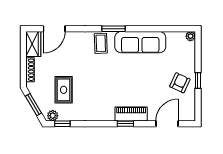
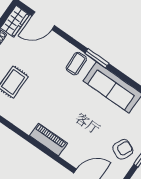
piano: (131, 114) -> (48, 139), moved
window: (125, 124) -> (48, 152), removed

